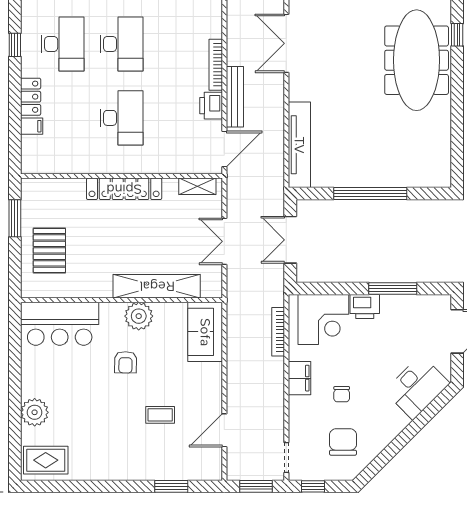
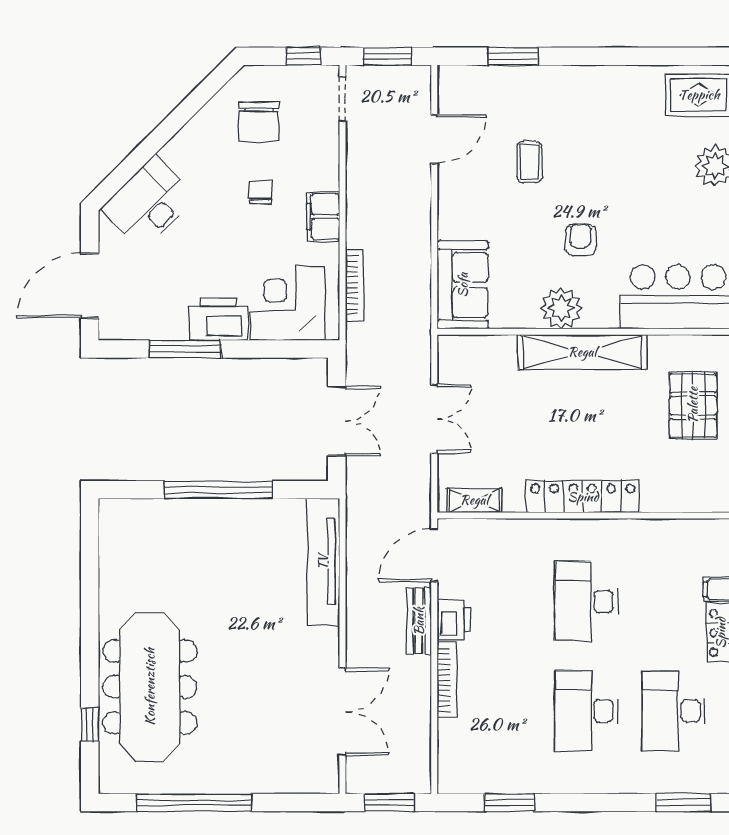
bench: (235, 97) -> (419, 621), width x0.73
shelving: (157, 286) -> (582, 352), moved
printer: (365, 306) -> (218, 319), width x1.37, depth x1.19
coffee table: (160, 415) -> (529, 162), turned 90

